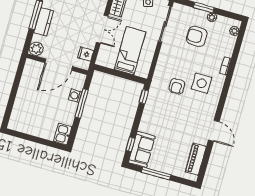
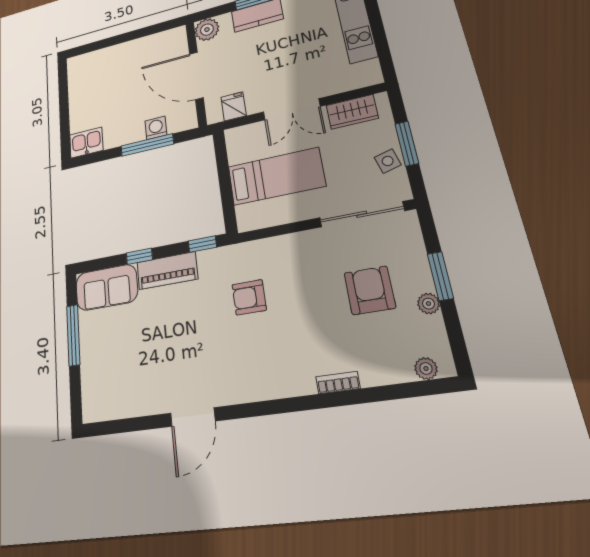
side table: (202, 83) -> (278, 346), removed
window: (130, 144) -> (139, 256), moved
piano: (196, 159) -> (167, 271), moved, turned 180

